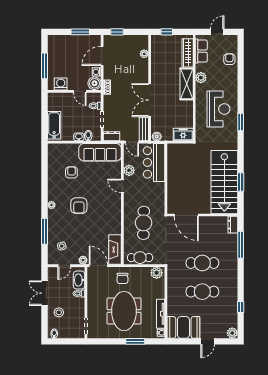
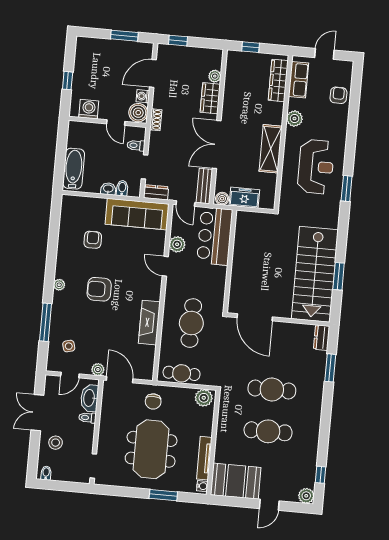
window: (45, 66) -> (68, 81), width x0.46
wardrobe: (143, 69) -> (210, 98), added
shelving: (187, 84) -> (271, 149), moved
freezer: (183, 134) -> (244, 198), moved
armchair: (79, 206) -> (99, 289), turned 90
window: (241, 245) -> (330, 368), width x0.69
fireplace: (115, 250) -> (149, 323), moved
window: (241, 307) -> (321, 475), moved

